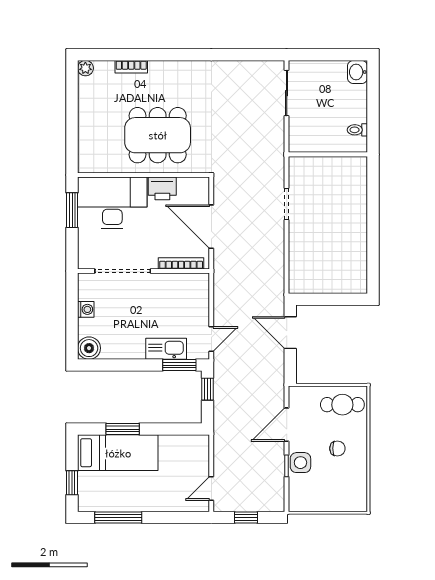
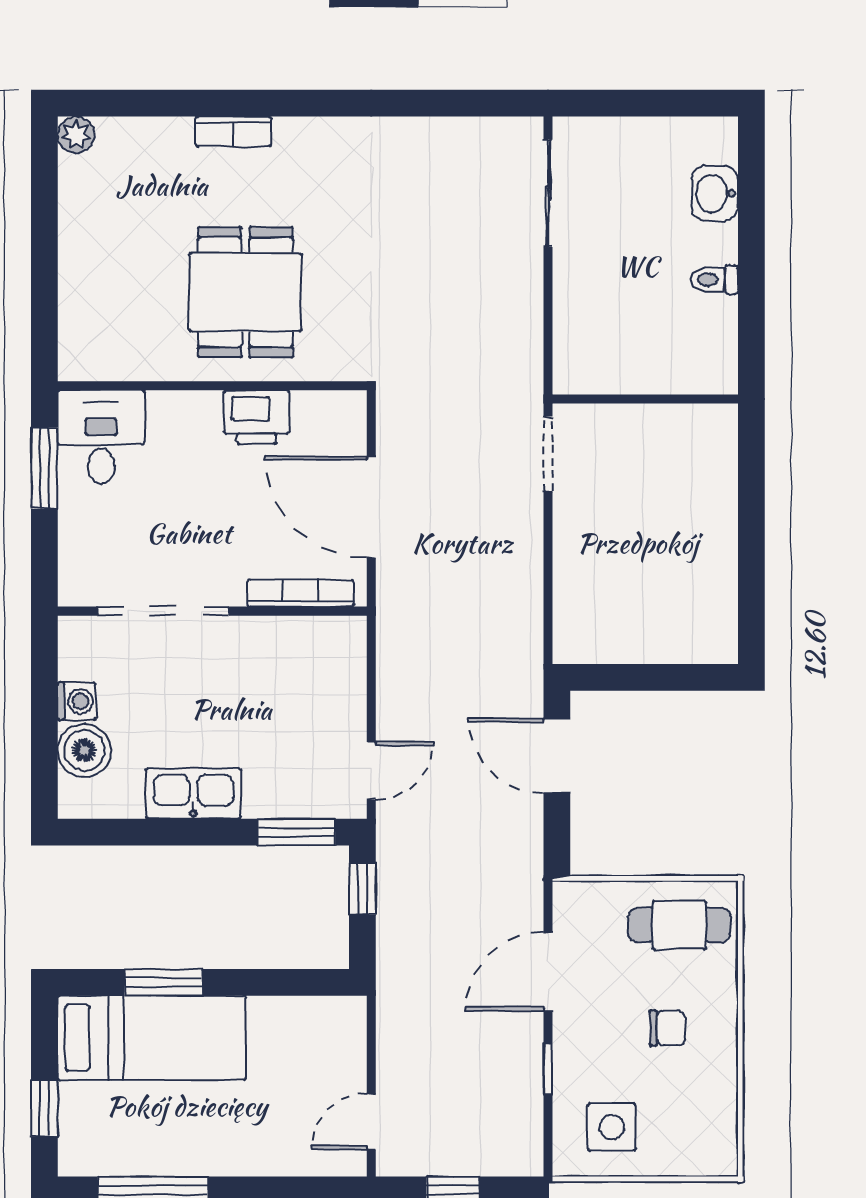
bookcase: (131, 67) -> (233, 131), moved
washbasin: (357, 72) -> (715, 193), moved
dining table: (158, 135) -> (245, 292), width x0.73
wall: (328, 154) -> (645, 399), moved
desk: (112, 203) -> (101, 437), width x0.53, depth x0.77
boiler: (89, 348) -> (84, 750), moved
kitchen sink: (166, 349) -> (193, 794), moved
side table: (300, 463) -> (612, 1127), moved

